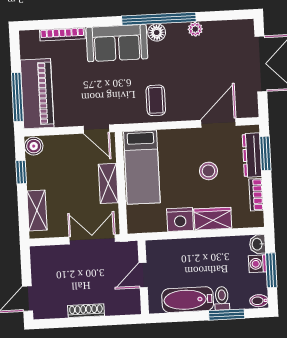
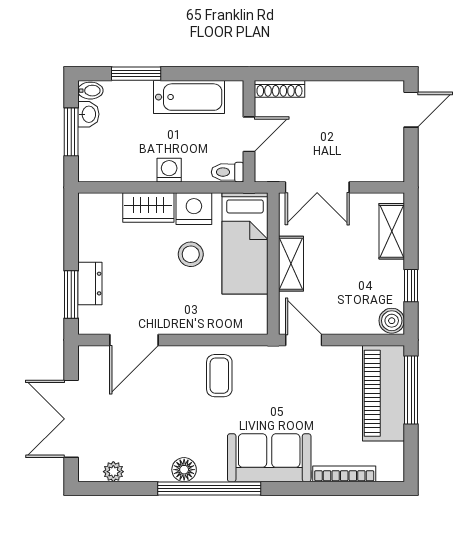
plant: (195, 29) -> (113, 472), moved
floor lamp: (157, 32) -> (184, 470), moved
dresser: (252, 155) -> (90, 284), width x0.70
bed: (142, 167) -> (245, 243), moved, turned 180
stool: (208, 171) -> (191, 254), moved
bookcase: (256, 195) -> (87, 238), removed
washbasin: (258, 244) -> (88, 114), moved
washing machine: (257, 264) -> (169, 170), moved, turned -90
toilet: (222, 298) -> (228, 172), moved, turned 90
shoe rack: (86, 311) -> (279, 89), moved

